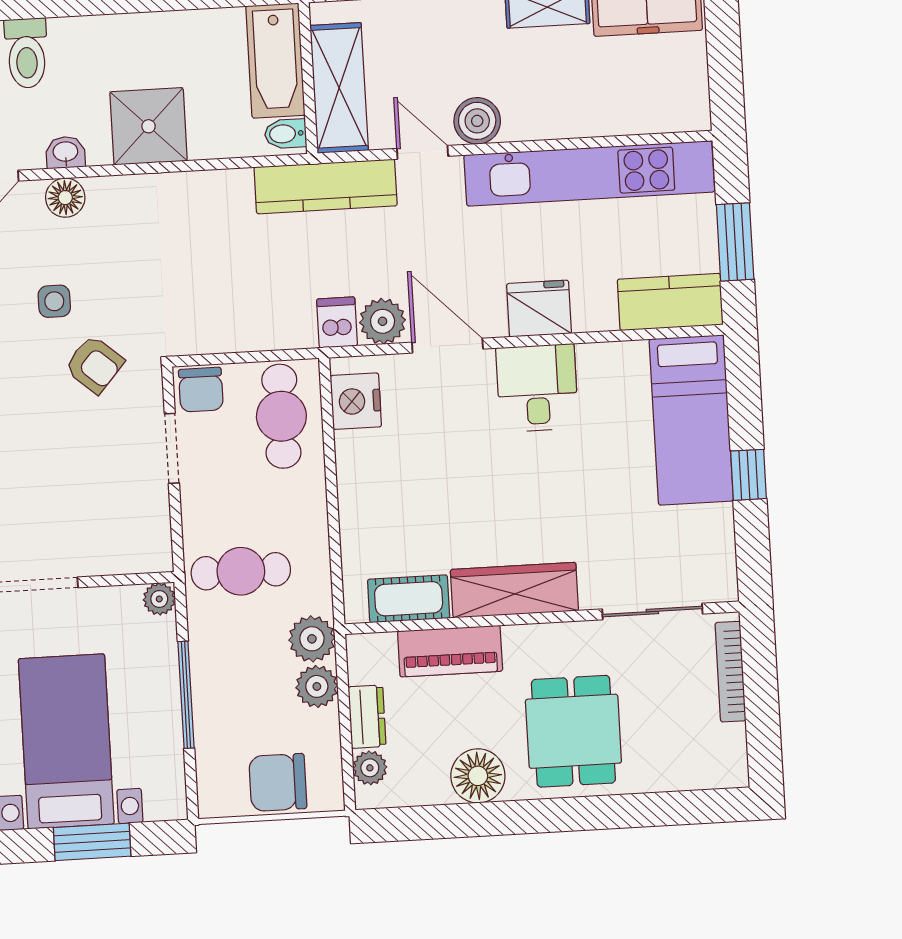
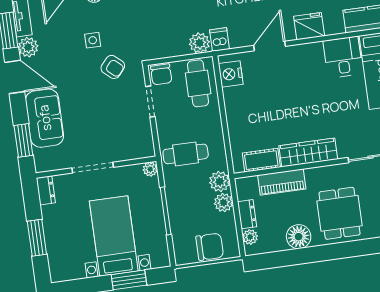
plant: (383, 321) -> (199, 43), moved
door: (447, 346) -> (270, 46), hinge flipped
desk: (537, 388) -> (343, 57), moved
chair: (278, 782) -> (210, 247), turned 180

